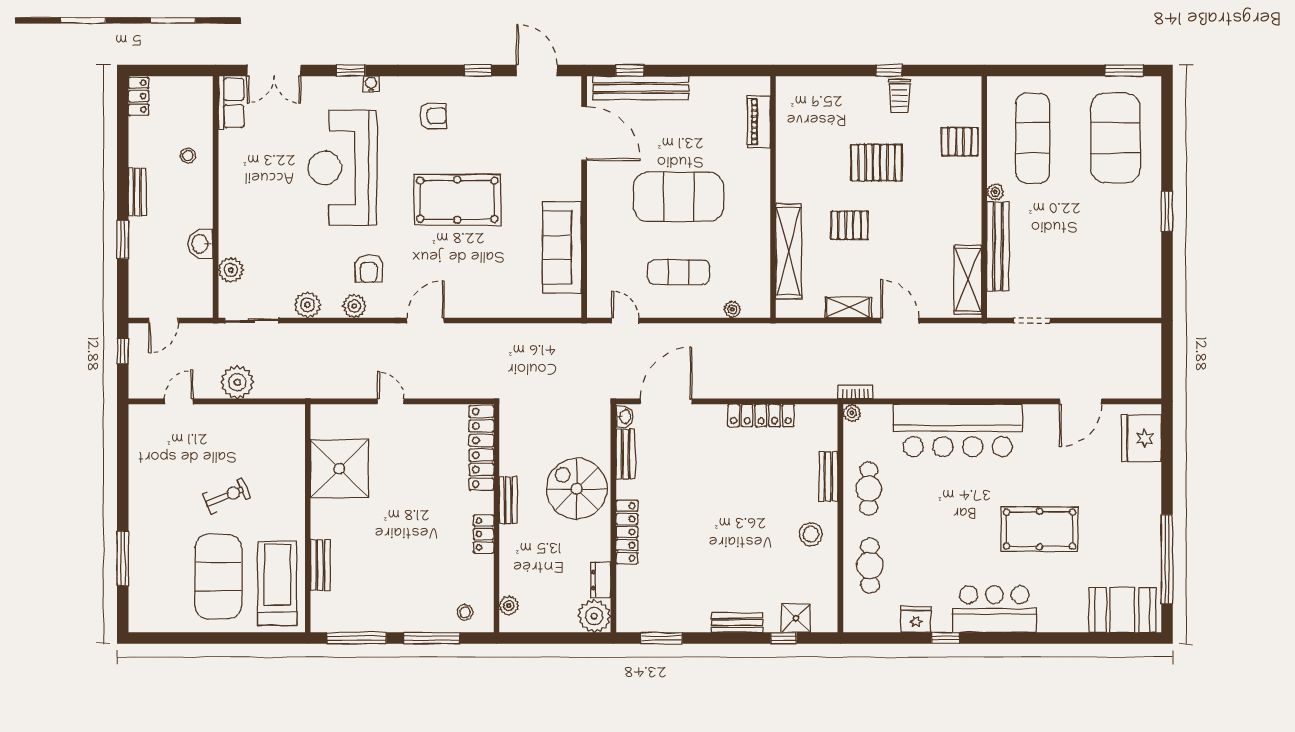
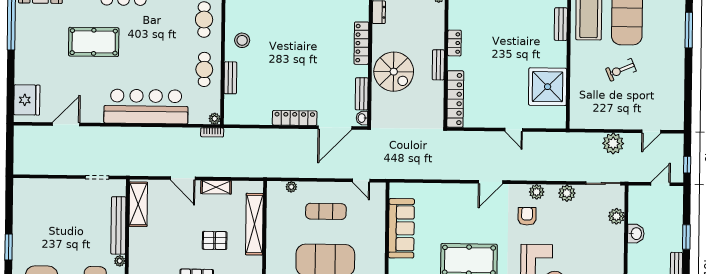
locker: (761, 415) -> (295, 118), moved

